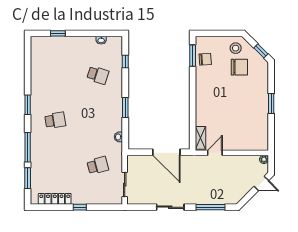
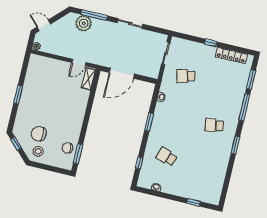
door: (166, 152) -> (122, 73), swing flipped
plant: (220, 196) -> (84, 23), added

